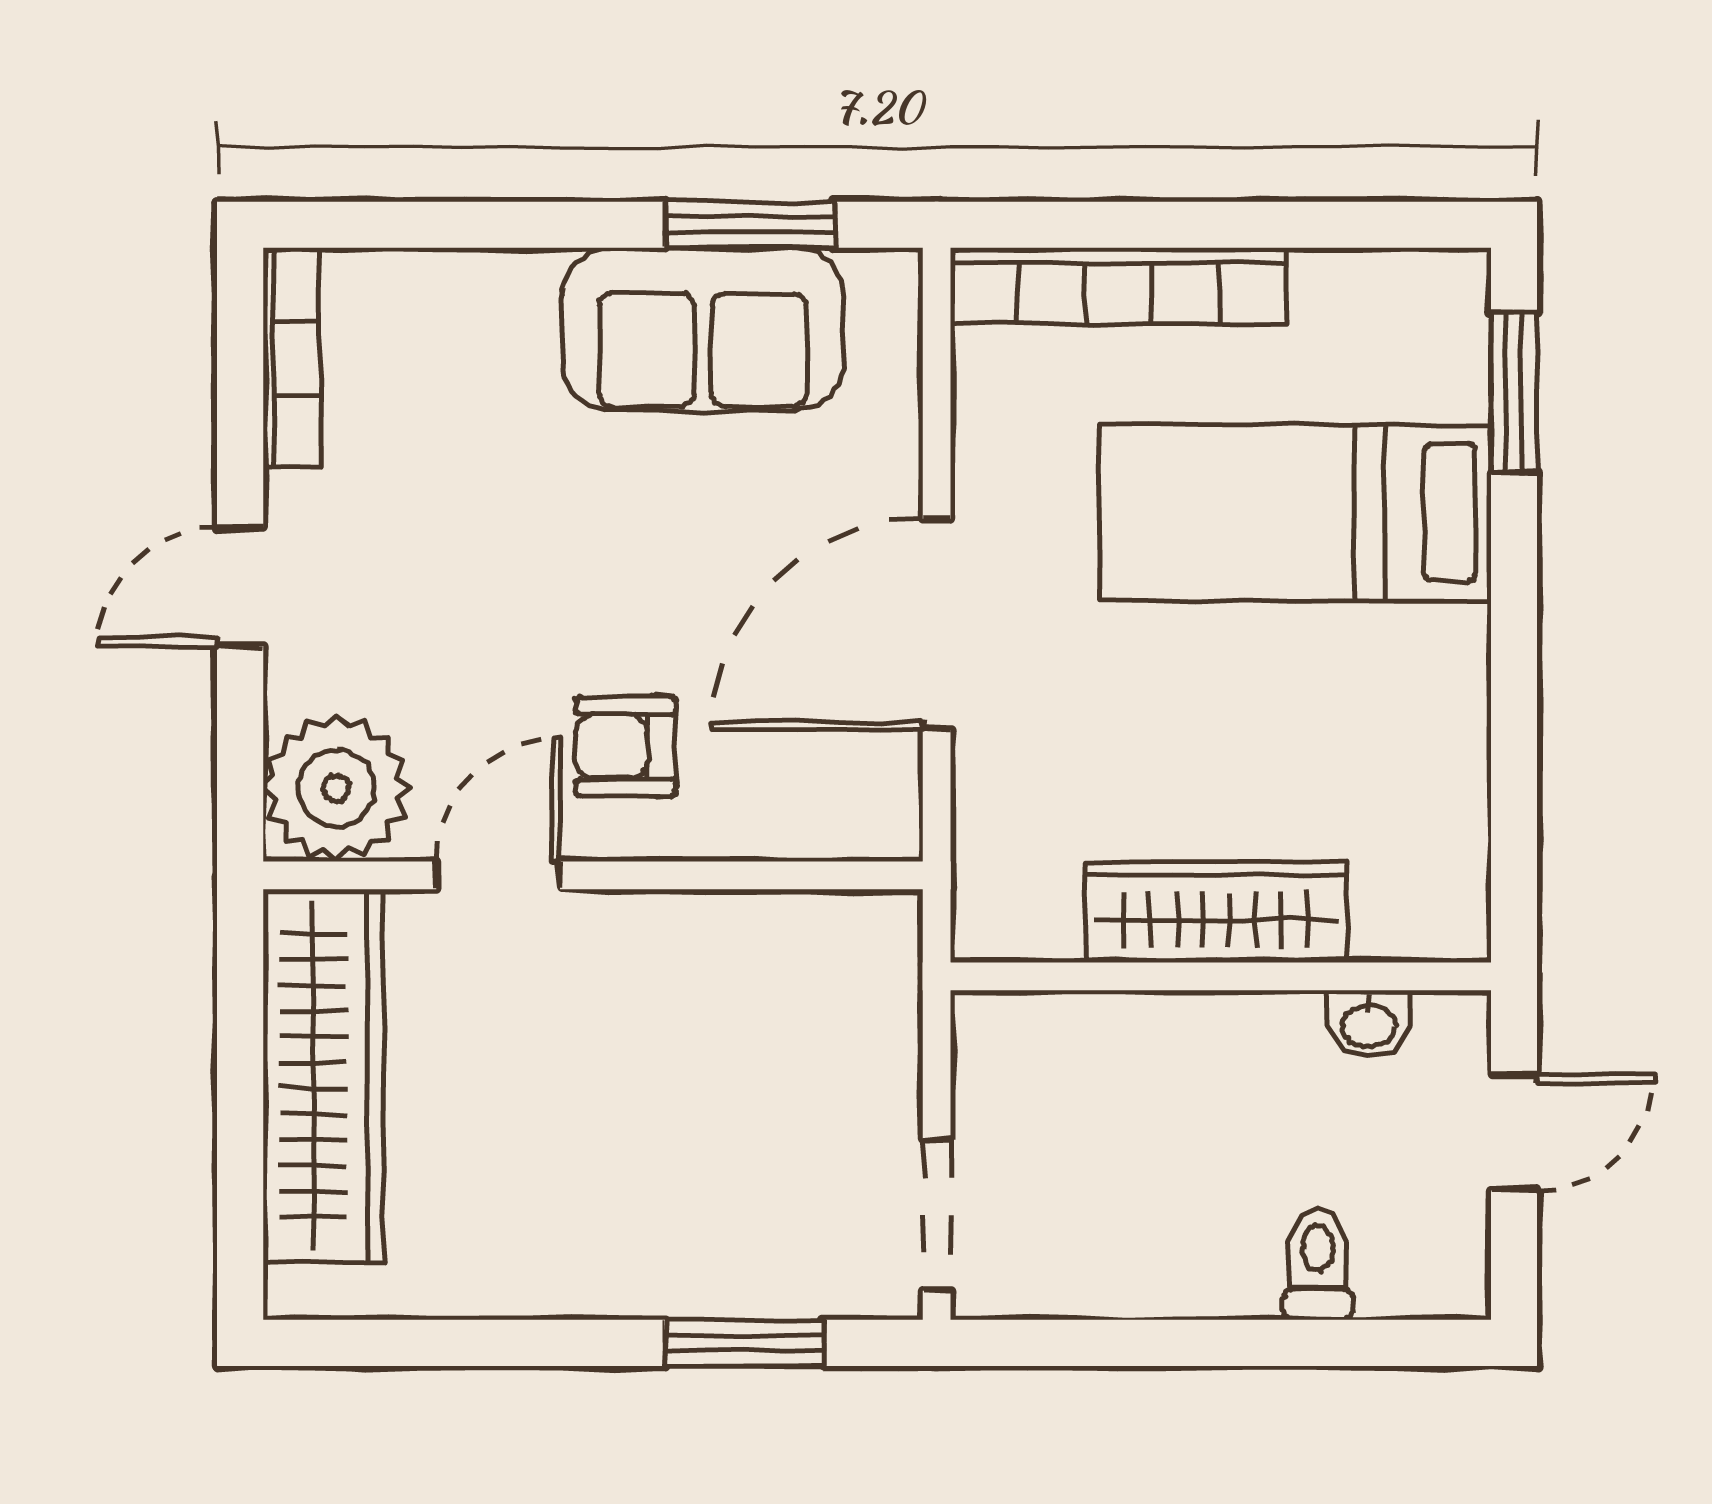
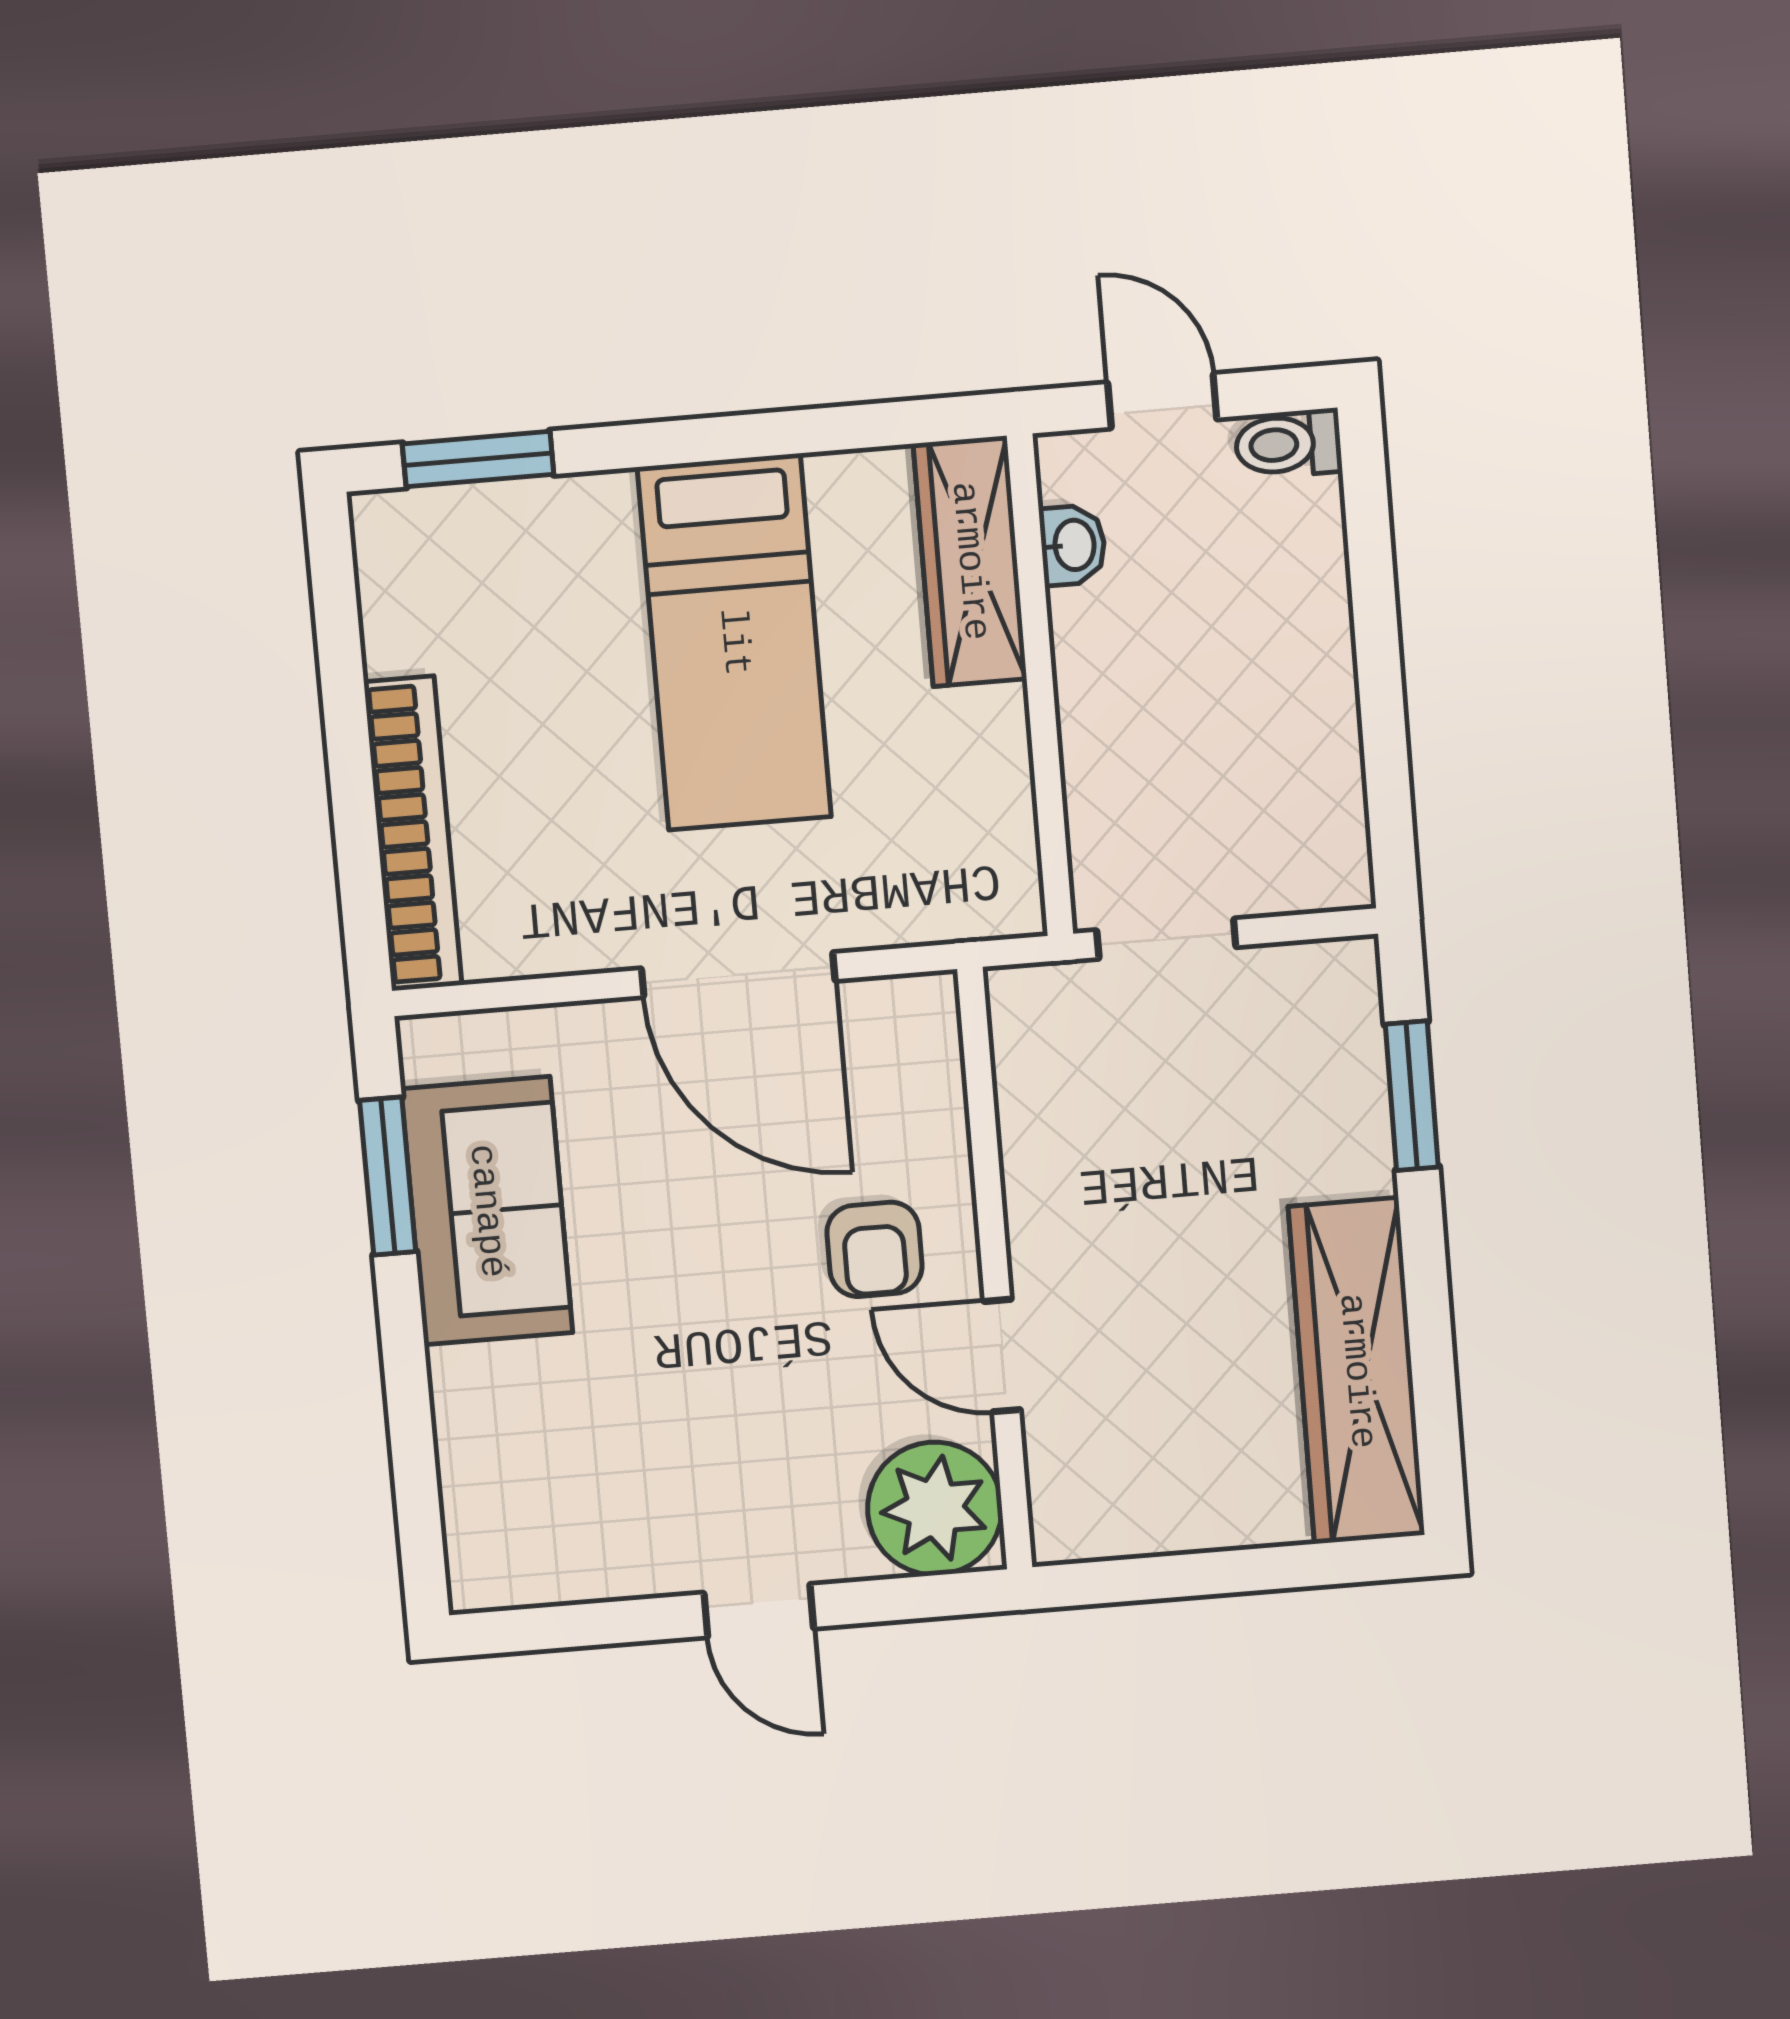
bookcase: (291, 358) -> (547, 1582), removed
bed: (1295, 512) -> (734, 642), moved
wardrobe: (1216, 912) -> (970, 561), moved
wardrobe: (323, 1075) -> (1357, 1371), moved, turned -90
doorway: (937, 1215) -> (1166, 939), moved
toilet: (1318, 1264) -> (1288, 444), moved

